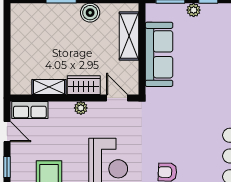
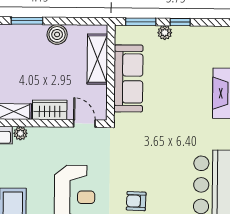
plant: (81, 108) -> (20, 133), moved

